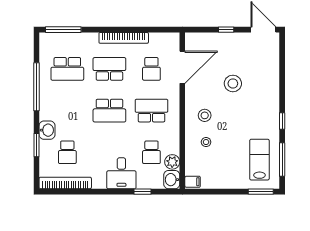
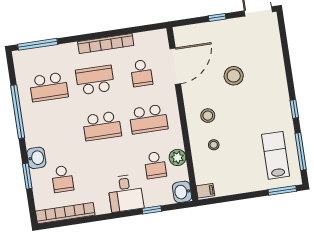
school desk: (151, 111) -> (148, 119), turned 180
plant: (172, 162) -> (177, 157), moved

